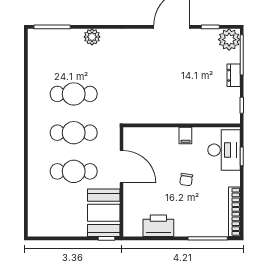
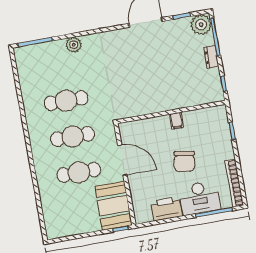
desk: (224, 150) -> (200, 198), moved, turned 90
chair: (186, 180) -> (184, 161), width x1.87, depth x1.87

